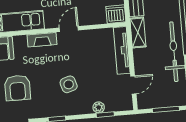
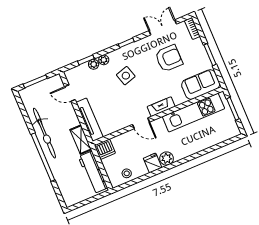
door: (69, 29) -> (141, 123), hinge flipped
door: (133, 85) -> (70, 93), hinge flipped
armchair: (17, 88) -> (169, 58), turned 90
plant: (86, 109) -> (104, 60), added

